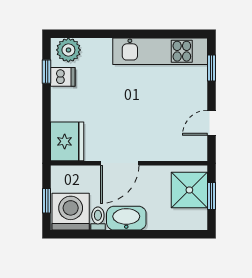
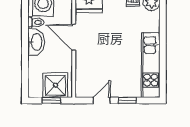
window: (212, 68) -> (128, 100), moved
door: (212, 123) -> (102, 100), hinge flipped

